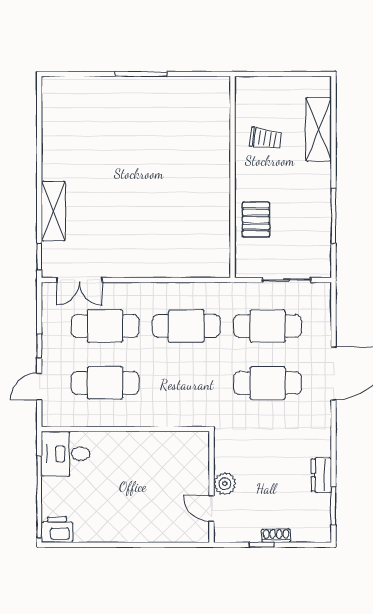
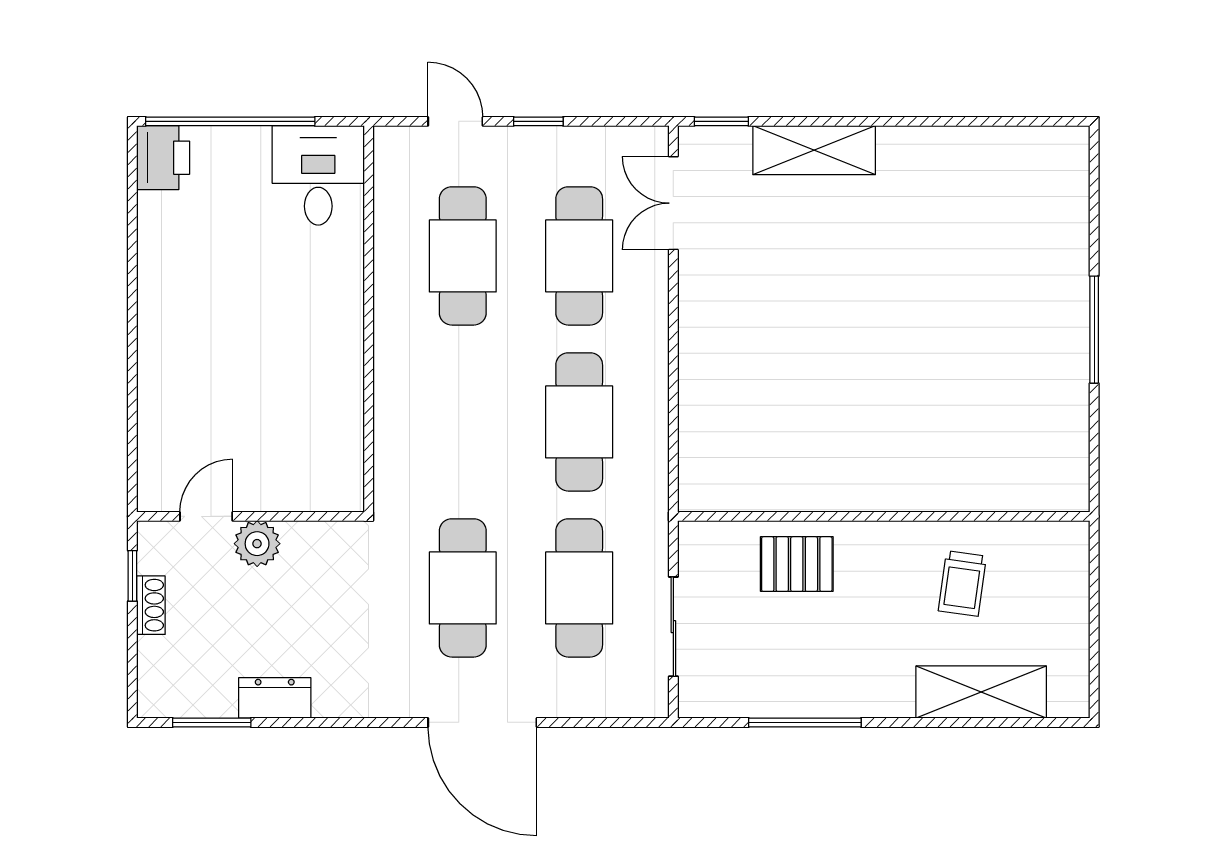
plant: (225, 484) -> (257, 544), moved
wall: (212, 487) -> (250, 516), moved
door: (212, 509) -> (206, 516), moved

